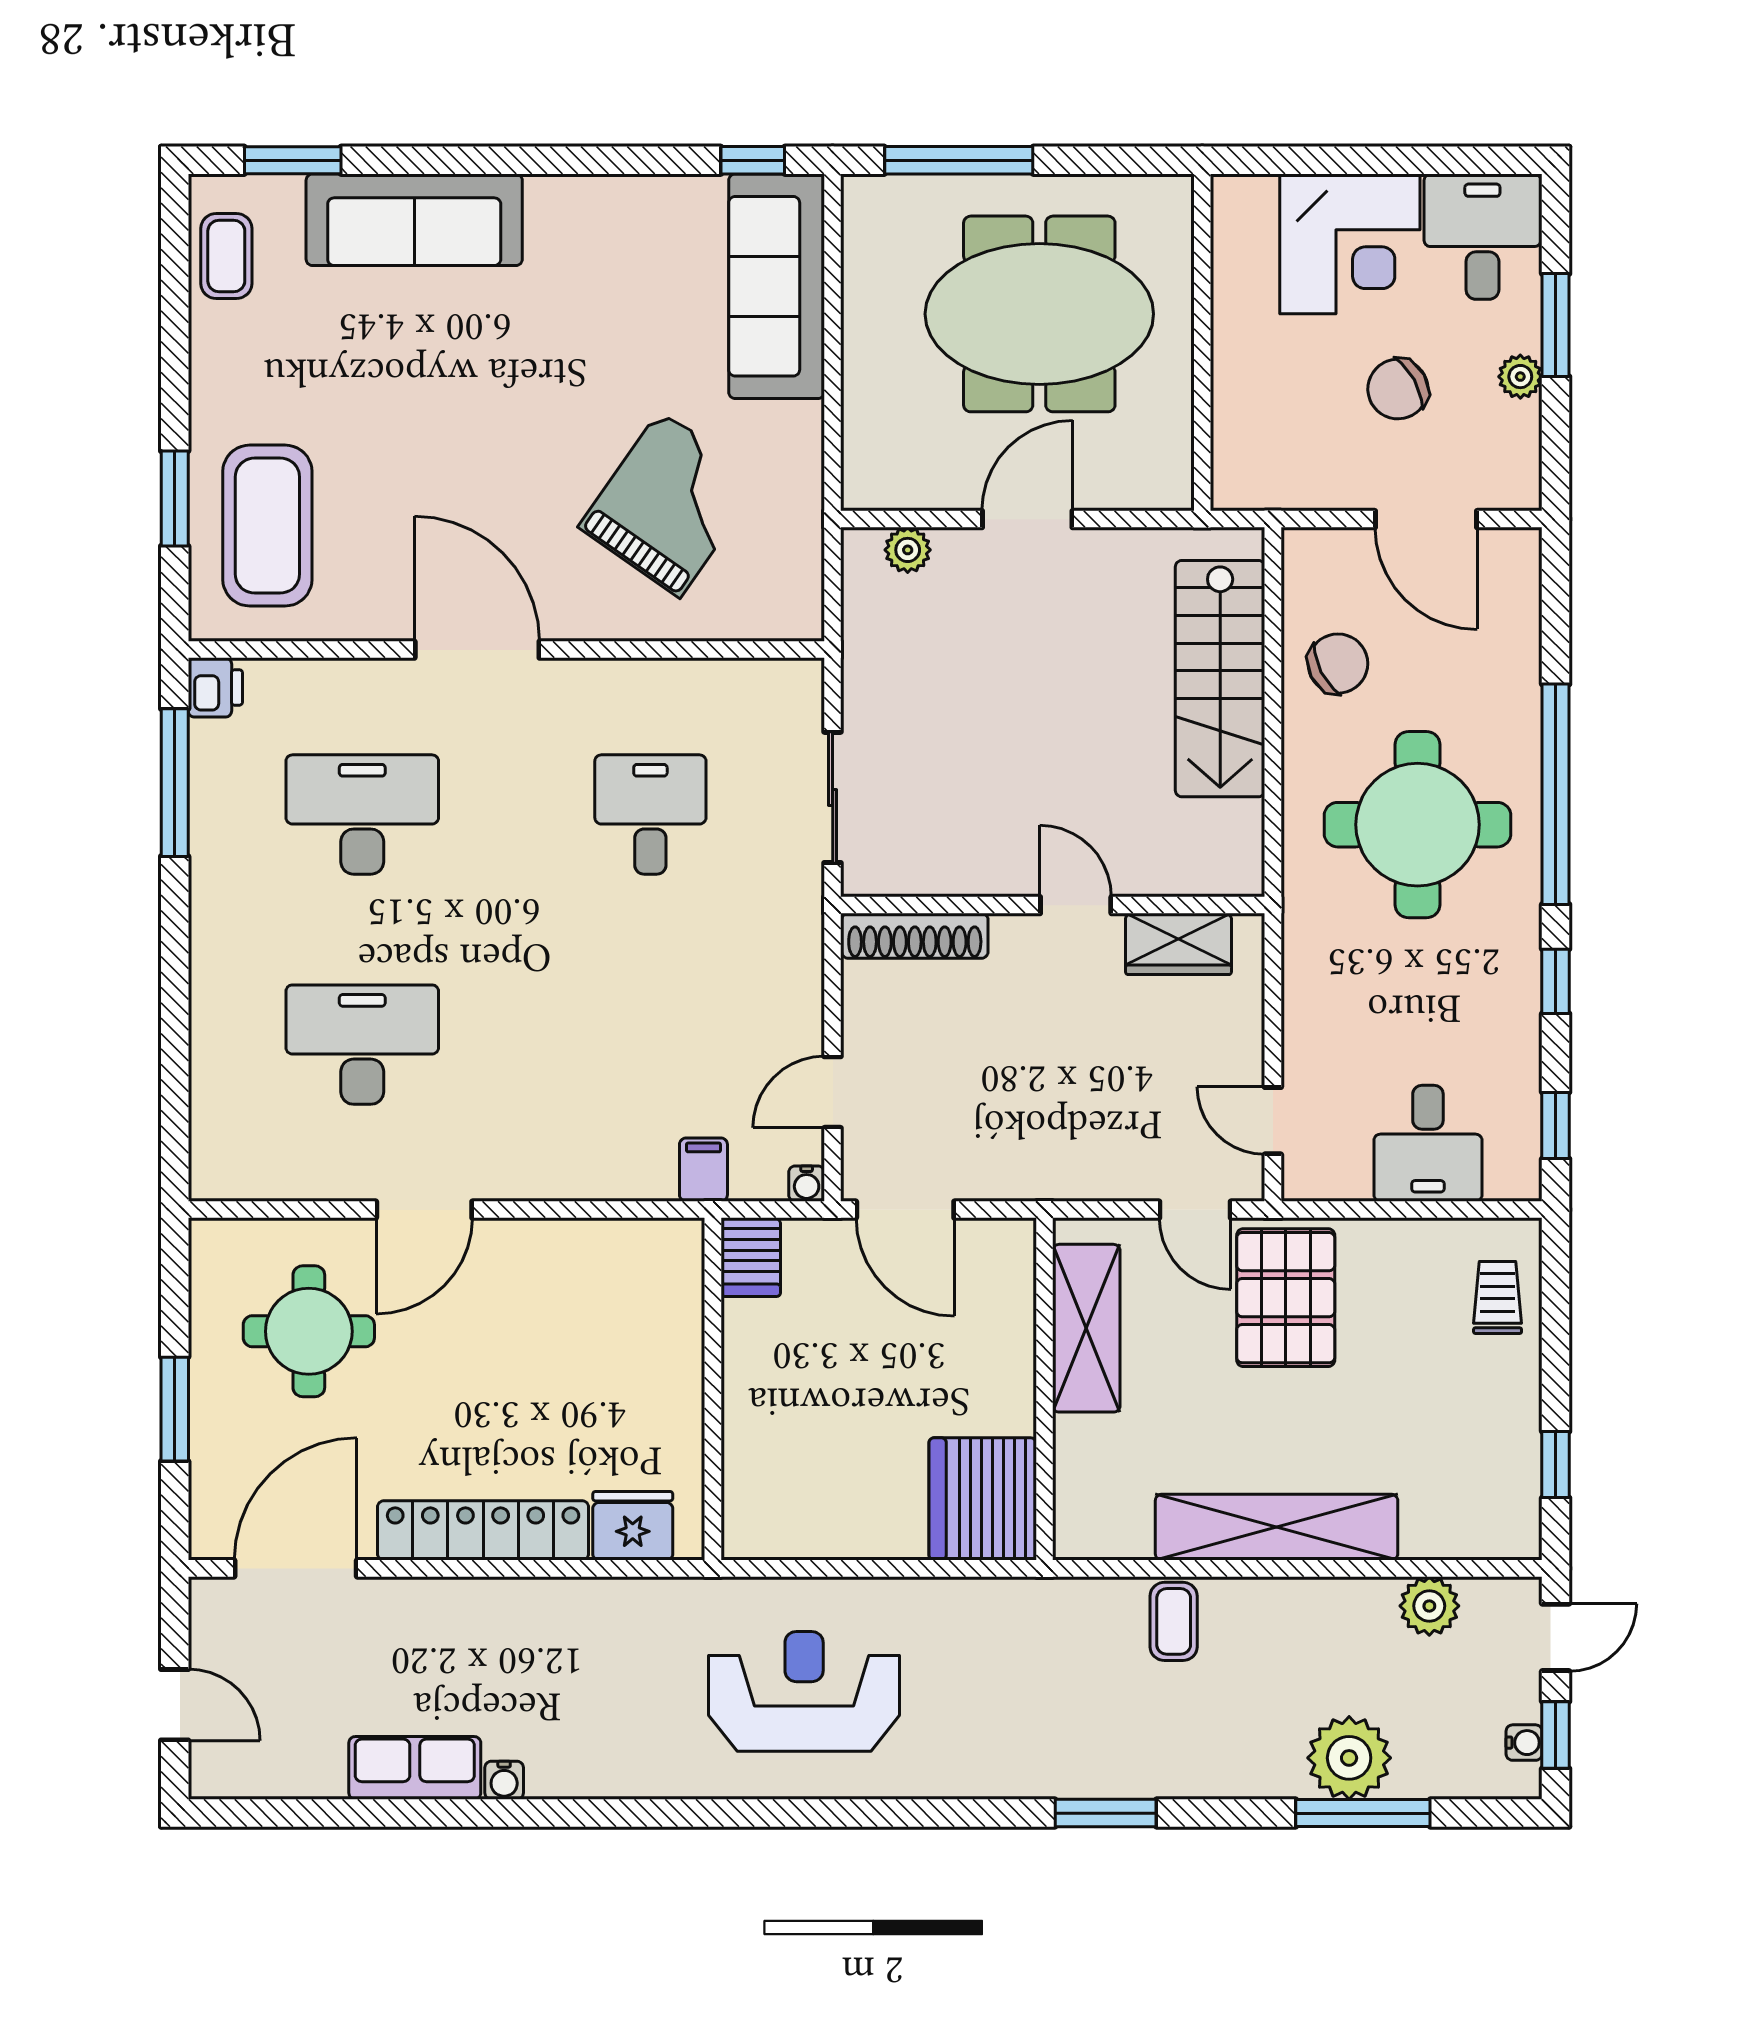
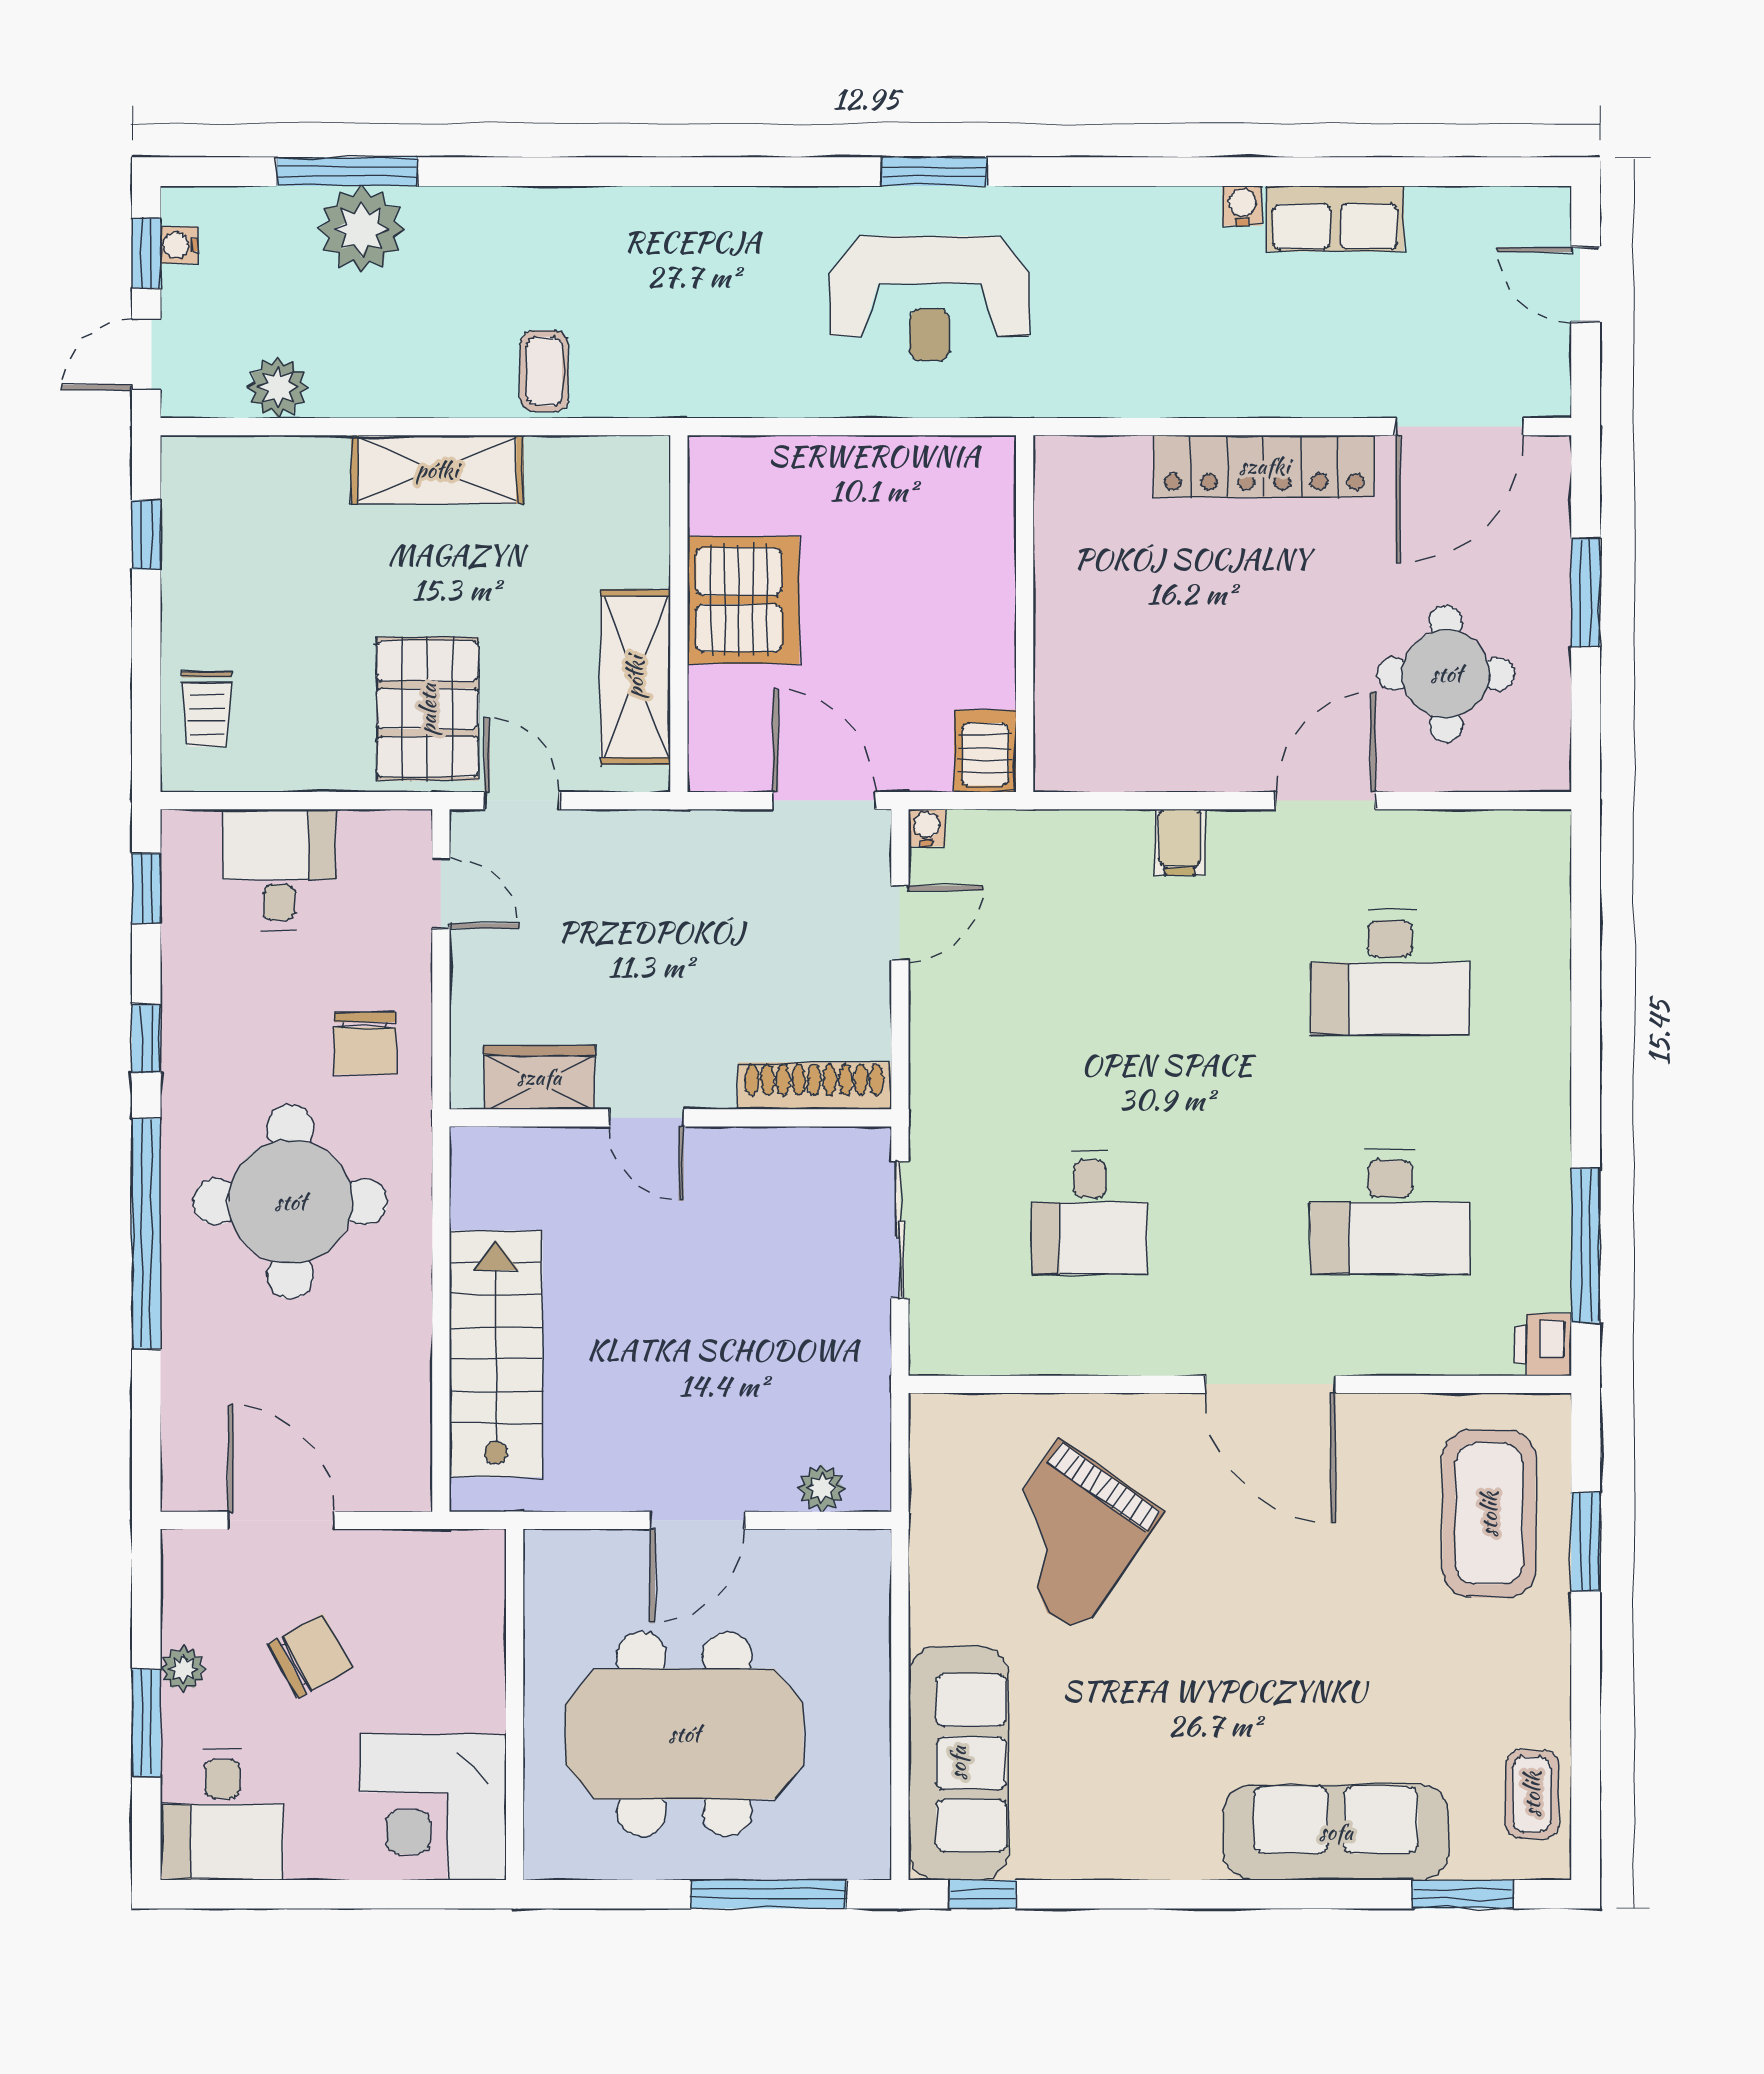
corner desk: (1350, 244) -> (433, 1807), moved, turned -90
chair: (1338, 664) -> (365, 1043), moved, turned -63
filing cabinet: (703, 1170) -> (1180, 842), moved
server rack: (983, 1499) -> (743, 600), moved
fridge: (633, 1526) -> (1108, 471), removed
shelving: (1277, 1527) -> (437, 470), width x0.68
window: (1106, 1813) -> (934, 172), moved

